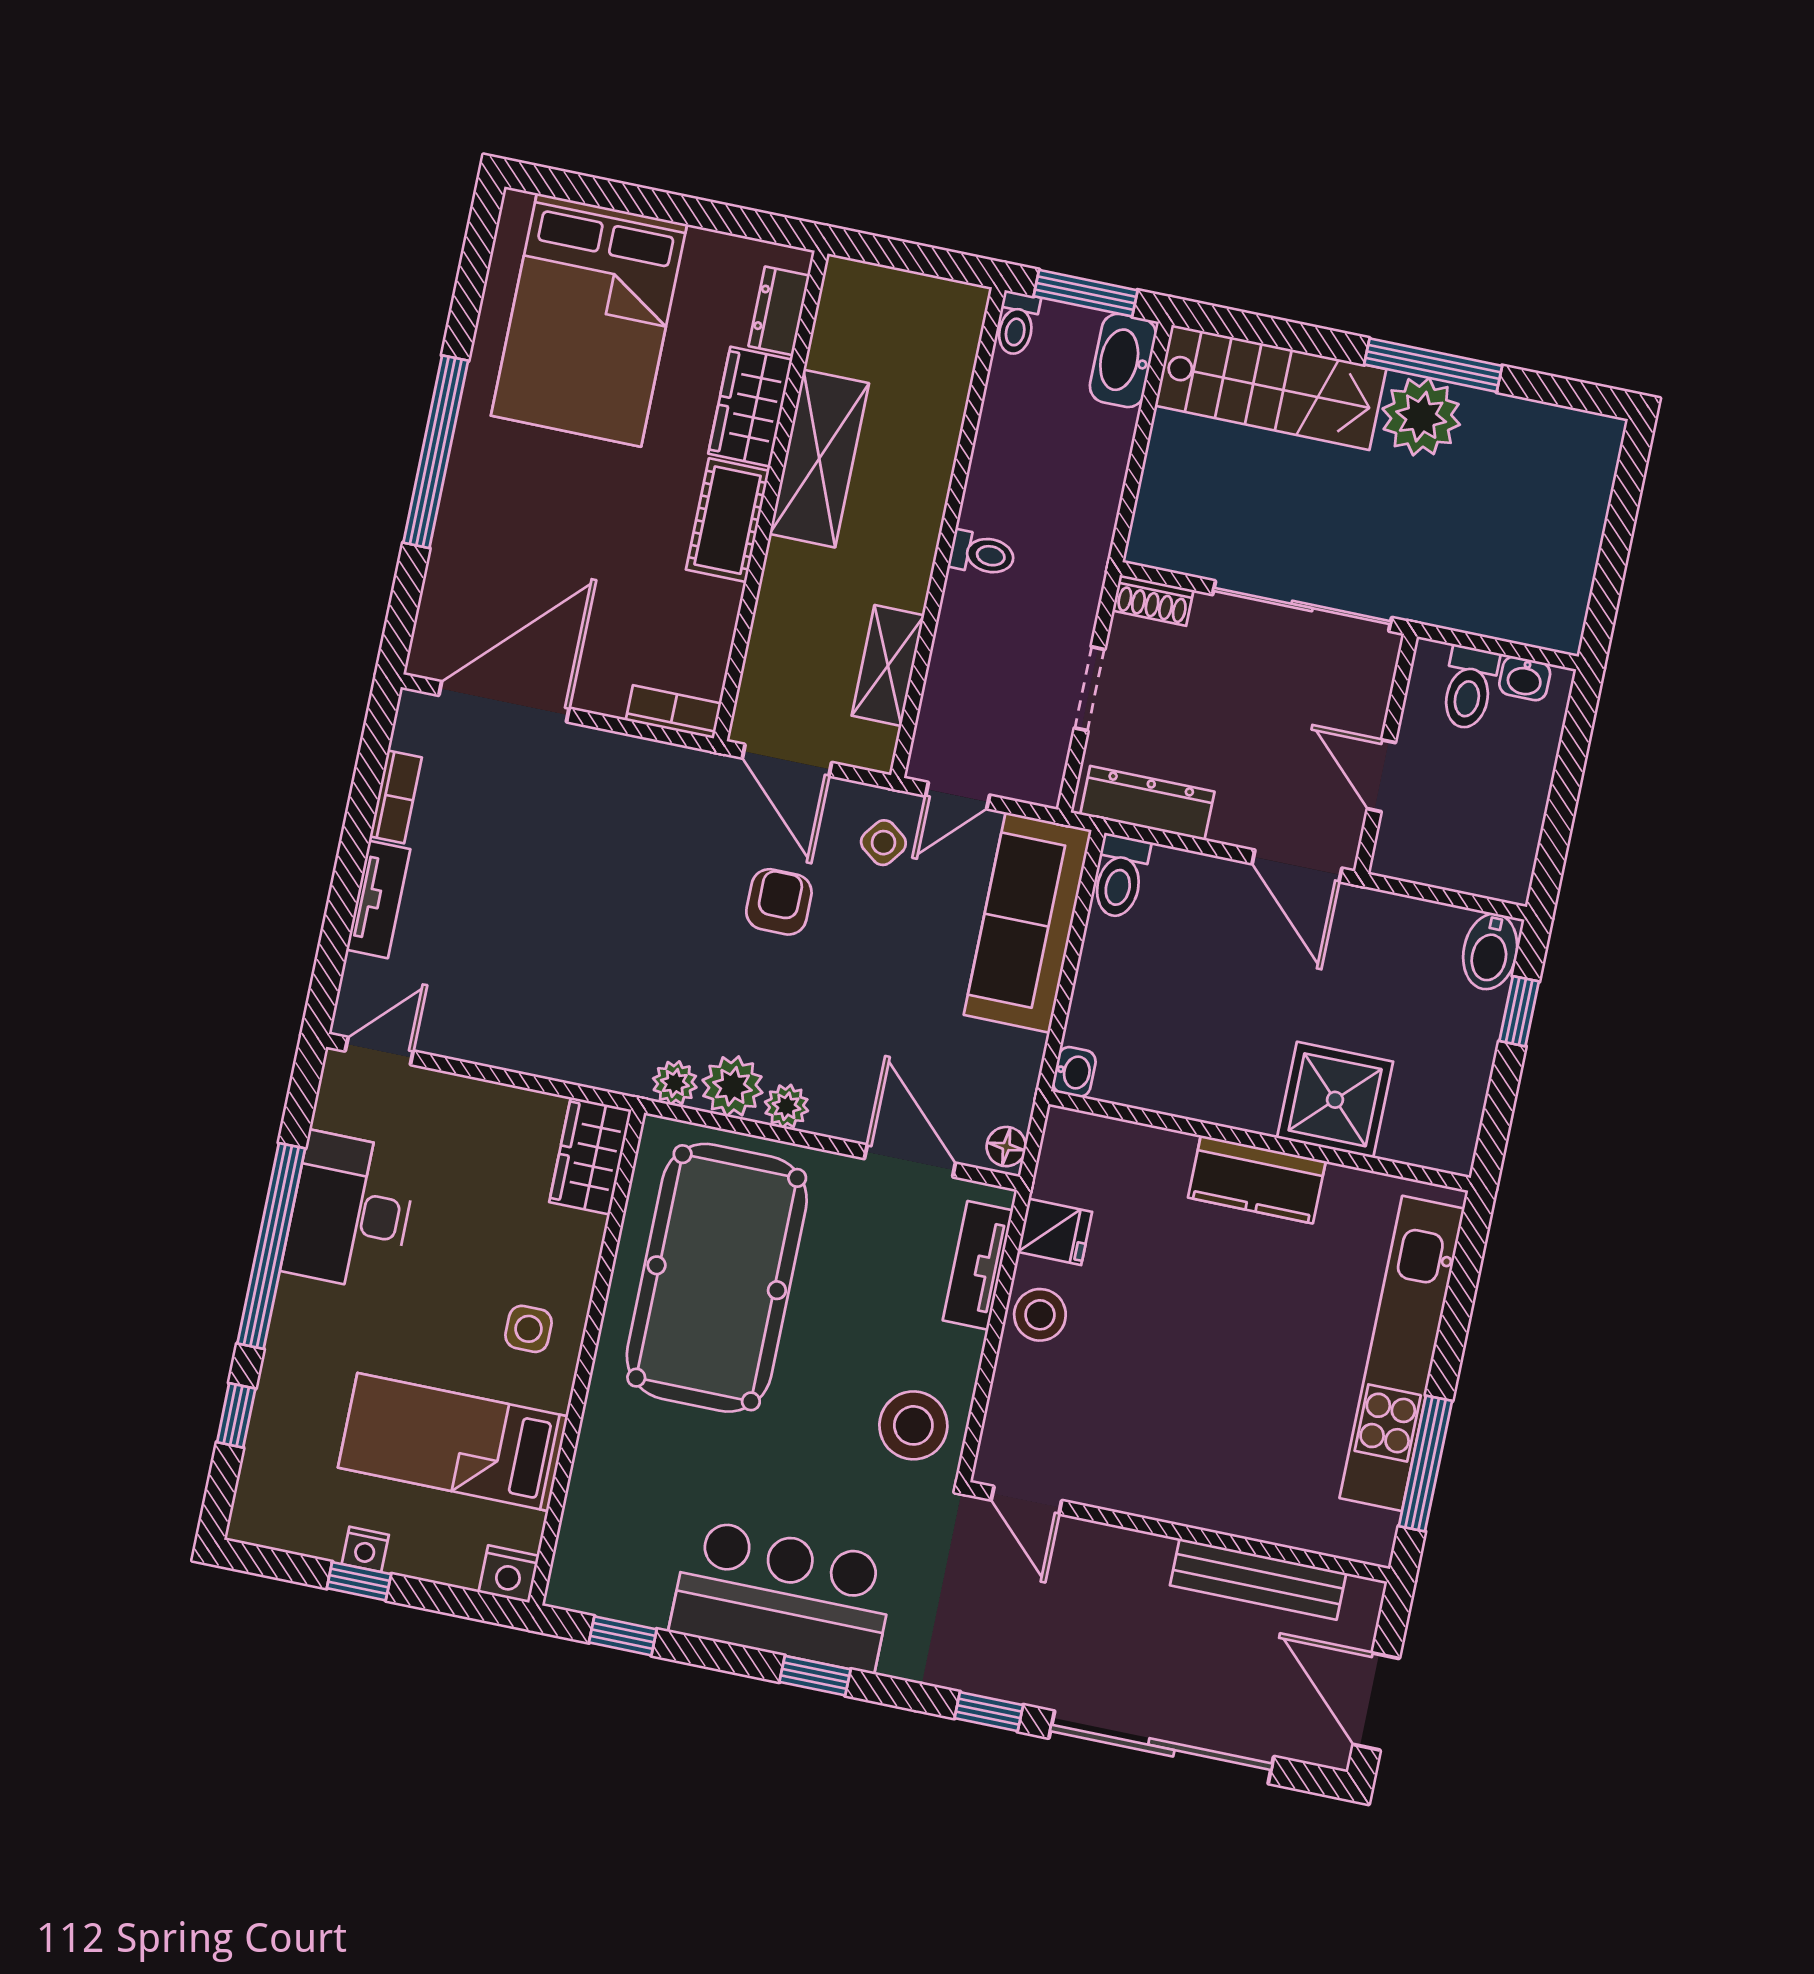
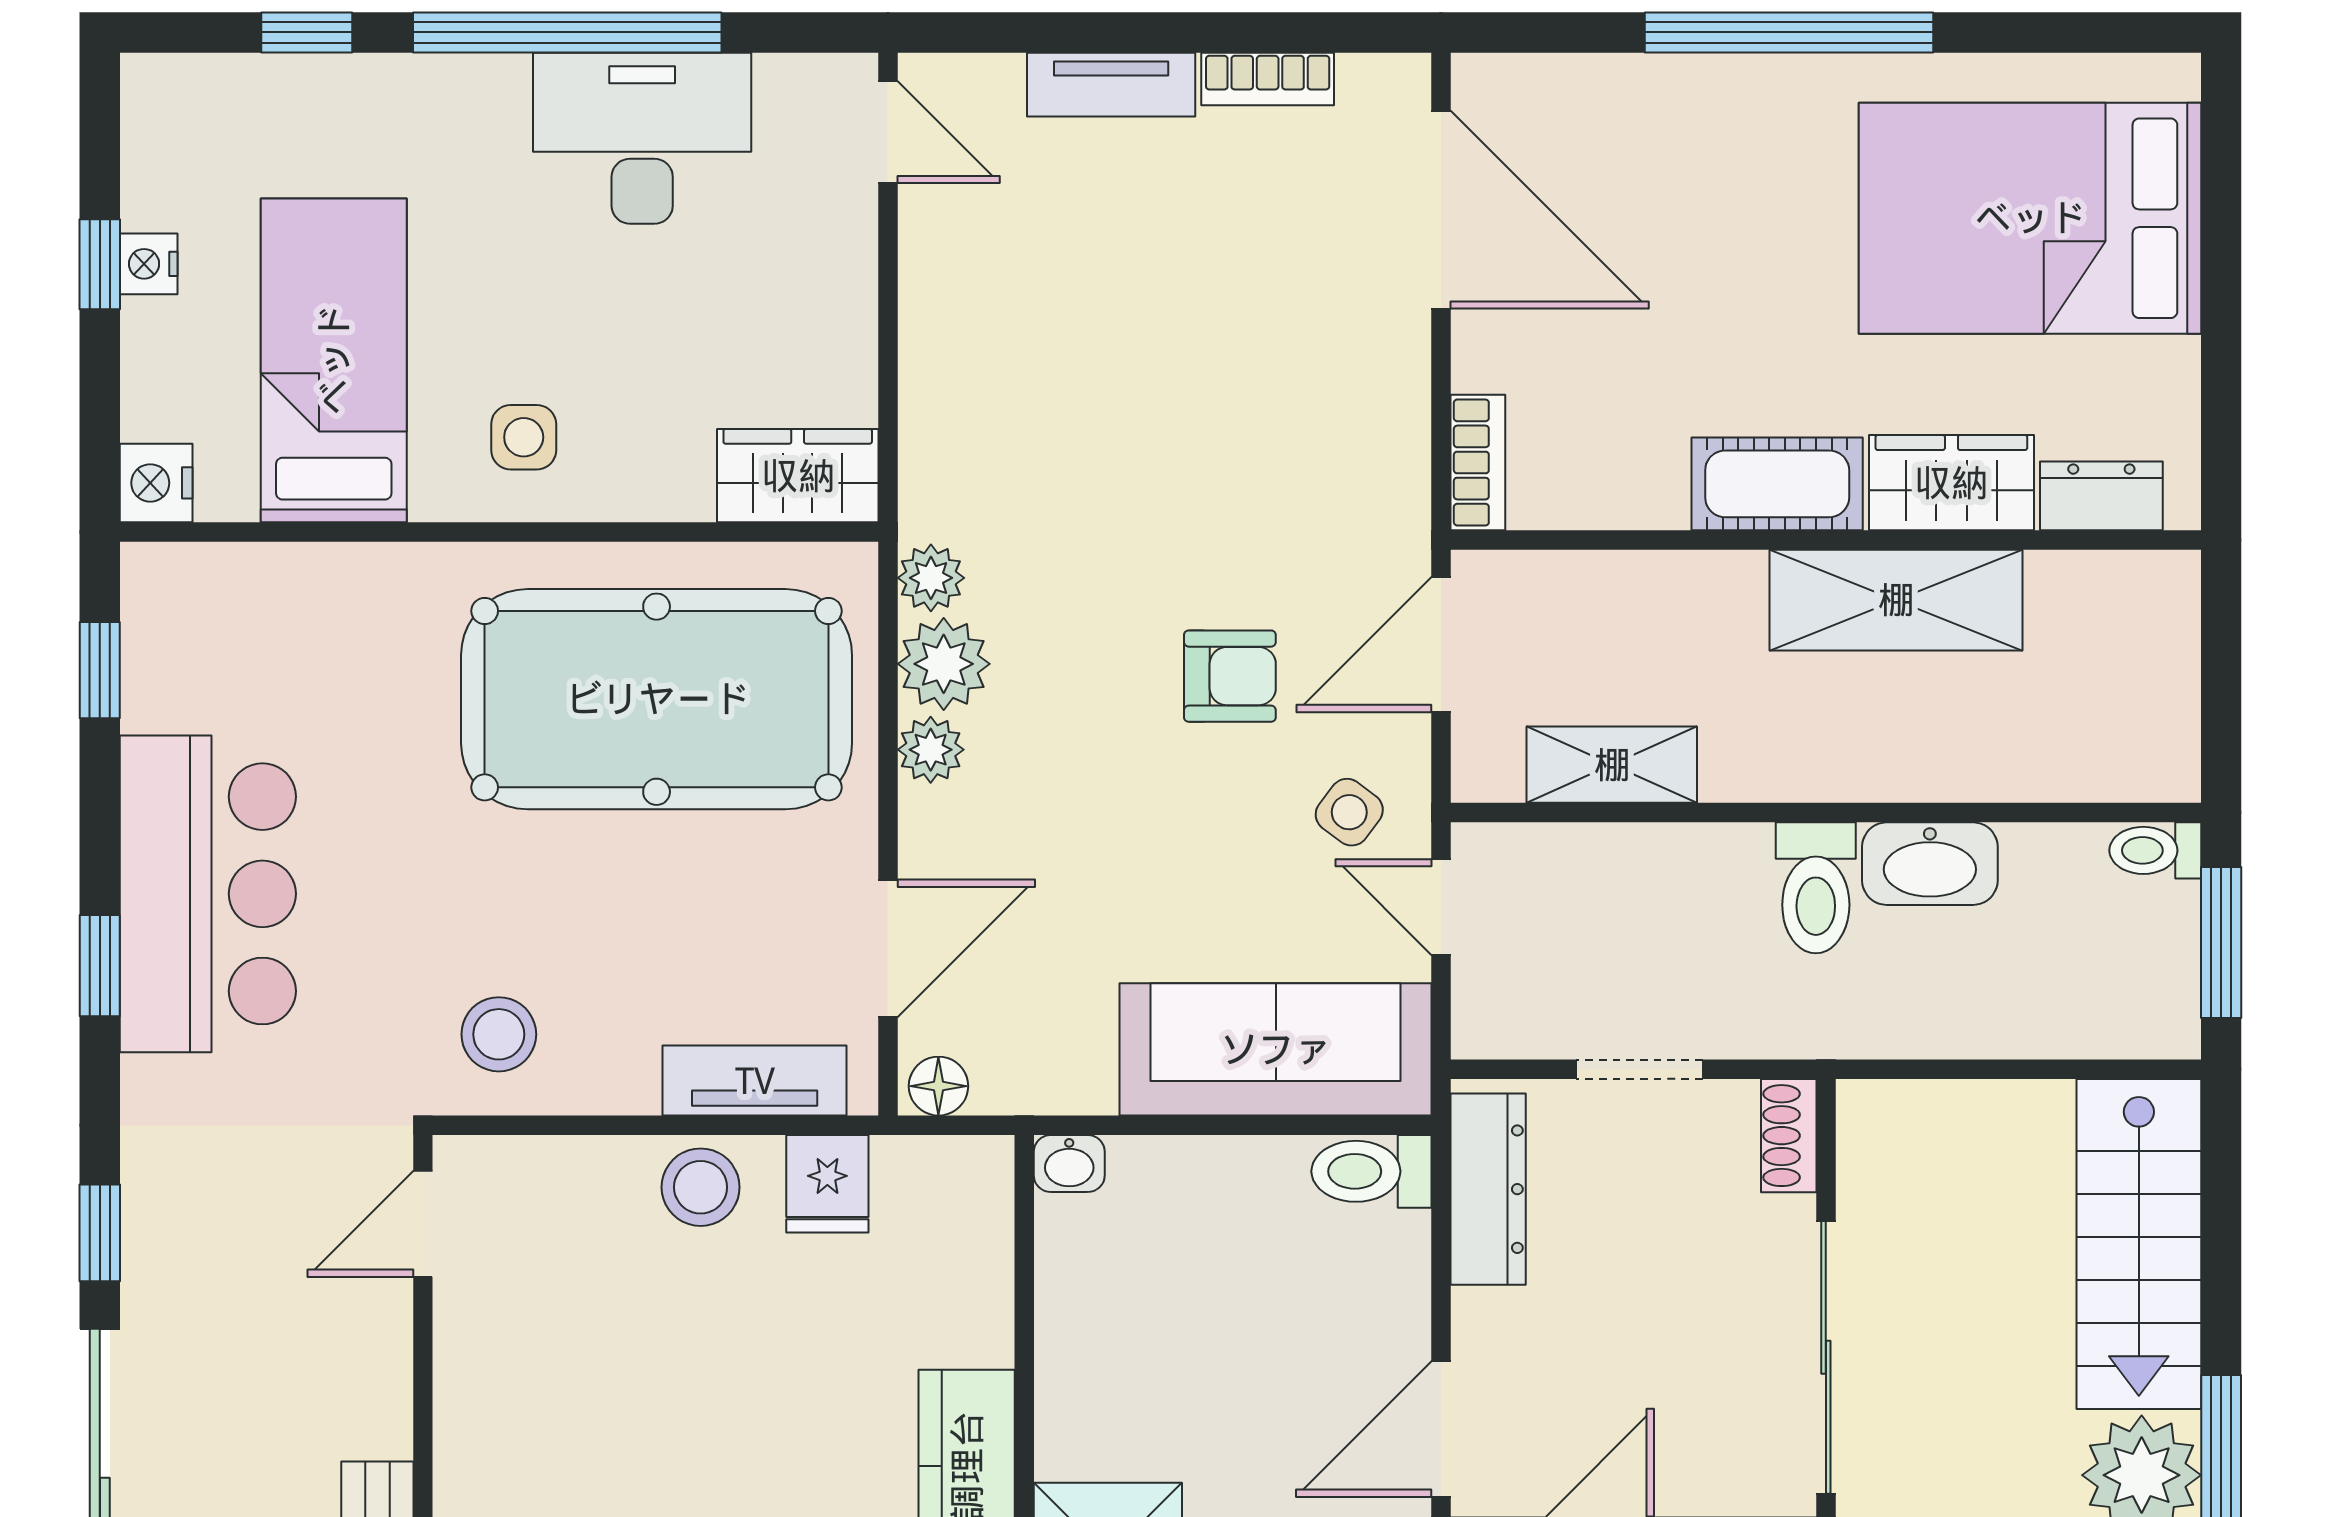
washbasin: (1123, 360) -> (1930, 864), moved, turned 180
toilet: (982, 554) -> (1816, 888), width x1.37, depth x1.39
stool: (913, 1425) -> (499, 1034), width x0.73, depth x0.73

